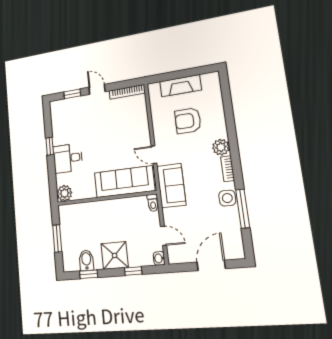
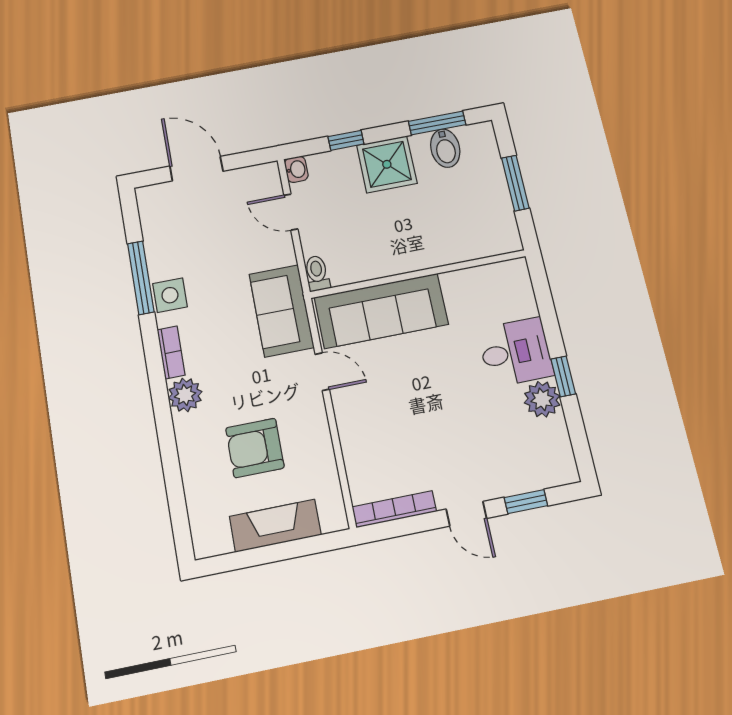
armchair: (188, 121) -> (255, 448), turned 180
plant: (64, 193) -> (542, 399), moved
door: (211, 265) -> (196, 169), swing flipped
window: (89, 274) -> (437, 123), width x1.50

